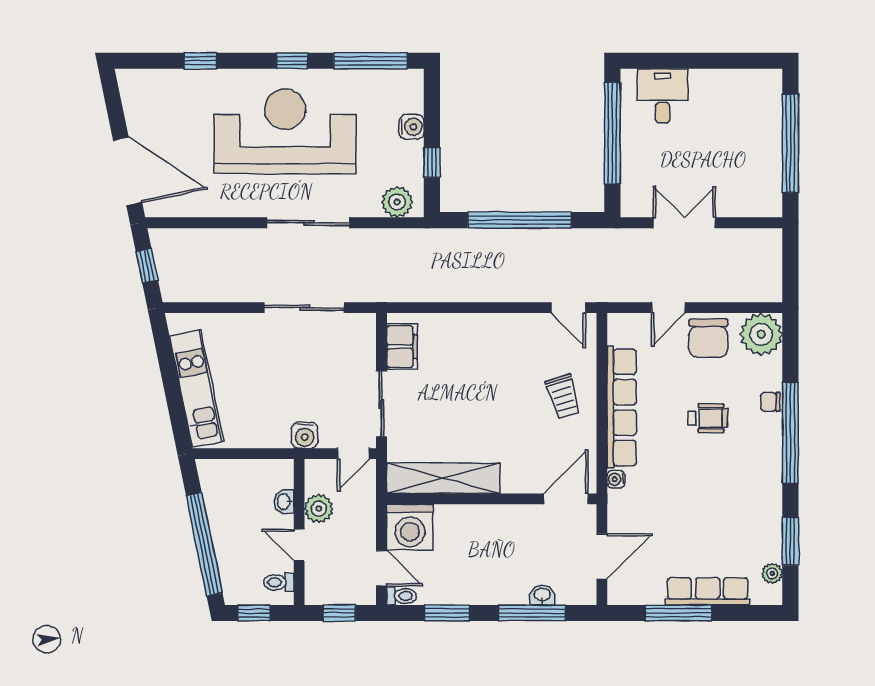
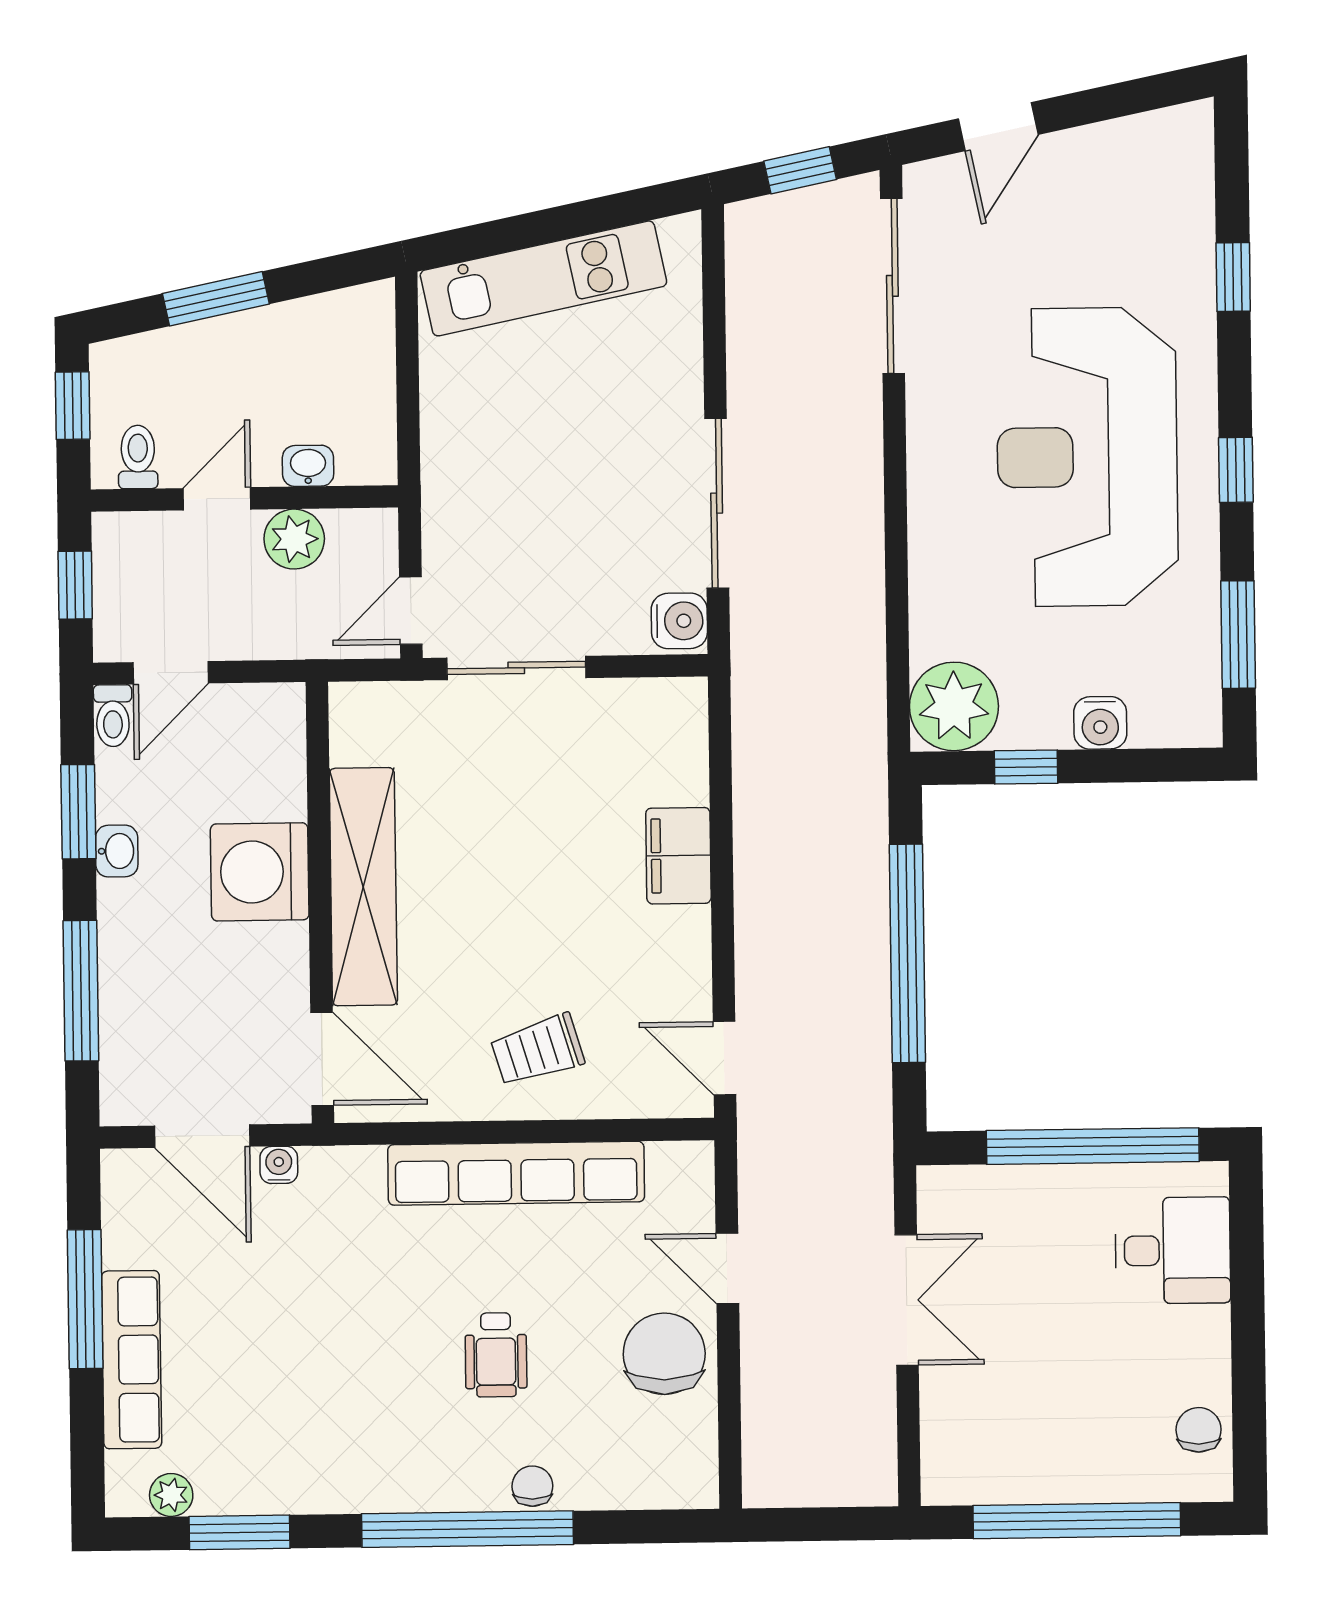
window: (370, 61) -> (1238, 635), width x0.69
chair: (748, 85) -> (1199, 1430), added
reception desk: (285, 131) -> (1087, 457), turned 180
door: (128, 171) -> (998, 127), width x0.53
plant: (397, 202) -> (954, 706), width x1.36, depth x1.36
sliding door: (308, 223) -> (892, 286), moved
door: (568, 308) -> (724, 1058), hinge flipped
plant: (761, 334) -> (674, 1465), removed
chair: (708, 338) -> (664, 1354), turned 90
filing cabinet: (402, 347) -> (678, 856), moved, turned 90
water cooler: (305, 435) -> (679, 621), moved, turned 180
door: (354, 454) -> (411, 611), hinge flipped
shelving: (443, 478) -> (363, 887), moved
water cooler: (616, 479) -> (279, 1165), moved
washing machine: (410, 527) -> (260, 872), moved
window: (204, 544) -> (216, 299), width x0.47
washbasin: (542, 595) -> (117, 851), moved

